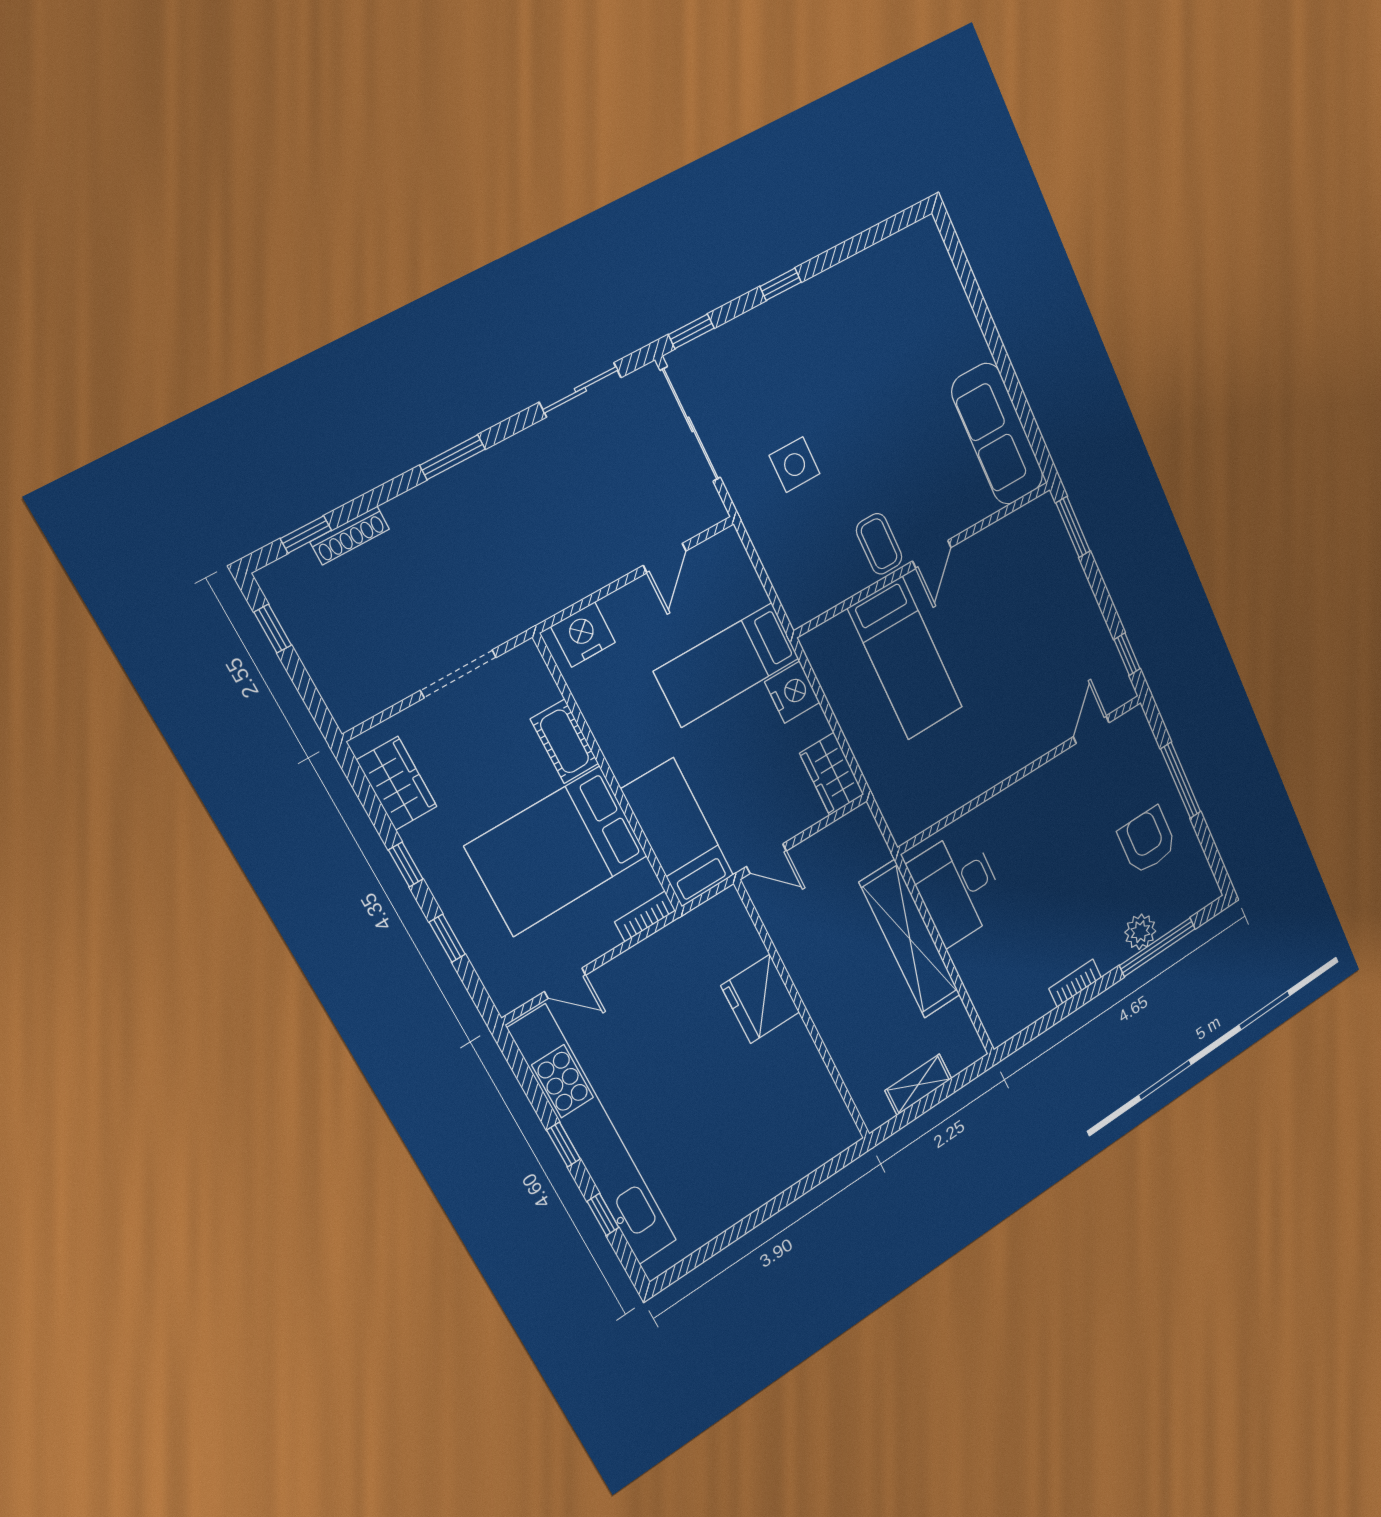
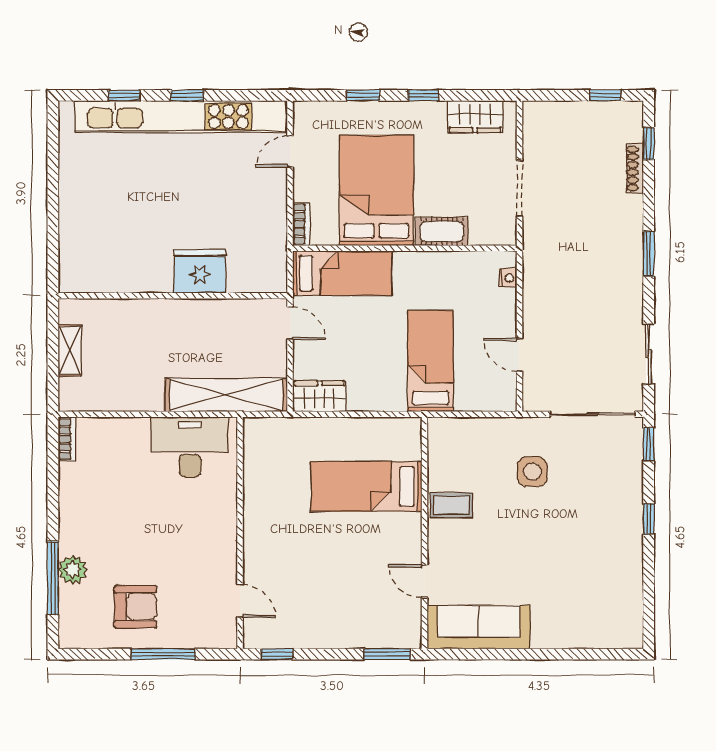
door: (932, 554) -> (425, 581), moved
nightstand: (583, 635) -> (508, 278), width x0.53, depth x0.56
nightstand: (792, 692) -> (388, 396), removed
door: (767, 859) -> (290, 323), swing flipped
shelving: (910, 939) -> (226, 395), moved
bookcase: (1075, 983) -> (67, 439), moved

